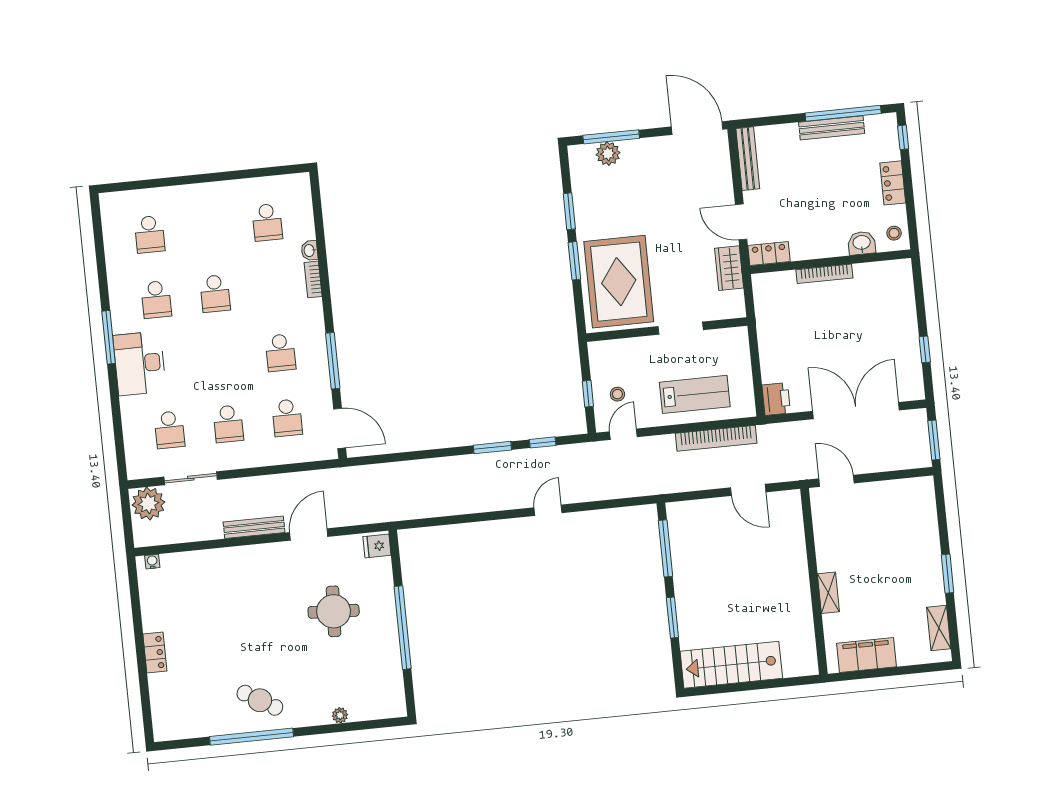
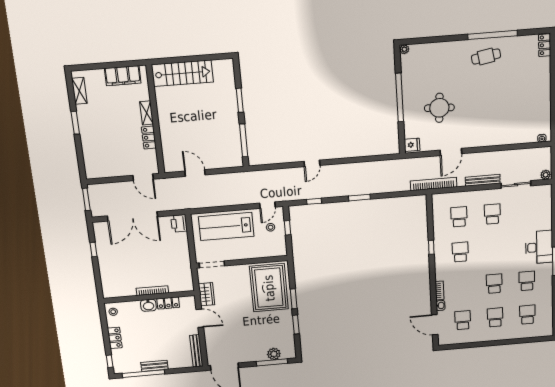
bench: (832, 128) -> (154, 366), width x0.73
washbasin: (862, 243) -> (148, 305), moved
locker: (769, 253) -> (168, 303), moved
doorway: (681, 328) -> (212, 264), moved
window: (333, 361) -> (431, 247), width x0.46
lab bench: (695, 394) -> (226, 227), width x1.36, depth x1.39
door: (340, 428) -> (435, 325), moved
school desk: (169, 430) -> (495, 317), moved
bookcase: (716, 438) -> (434, 184), moved
window: (492, 448) -> (359, 198), moved
plant: (148, 504) -> (546, 175), width x0.53, depth x0.53
bench: (254, 527) -> (483, 180), moved
locker: (825, 551) -> (149, 138), added
locker: (155, 653) -> (545, 45), moved
stairs: (731, 665) -> (182, 73), moved
cafe table: (260, 700) -> (486, 57), turned -41
plant: (340, 715) -> (404, 49), moved

